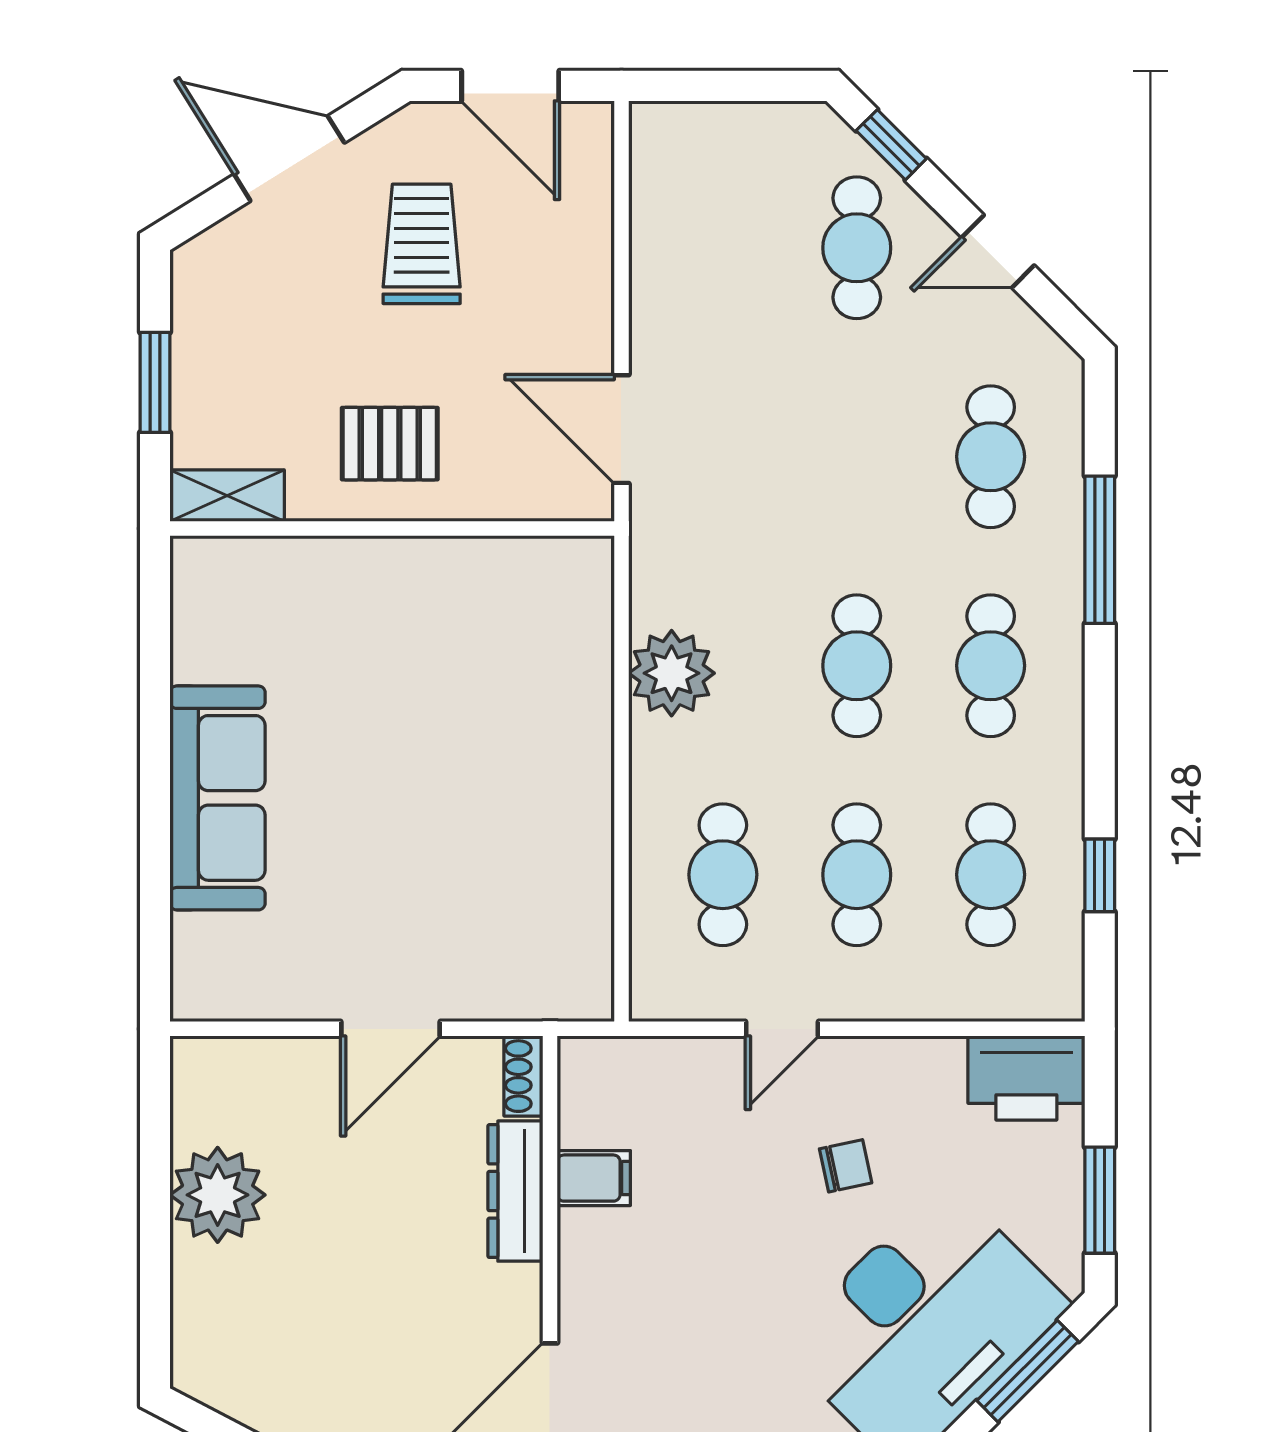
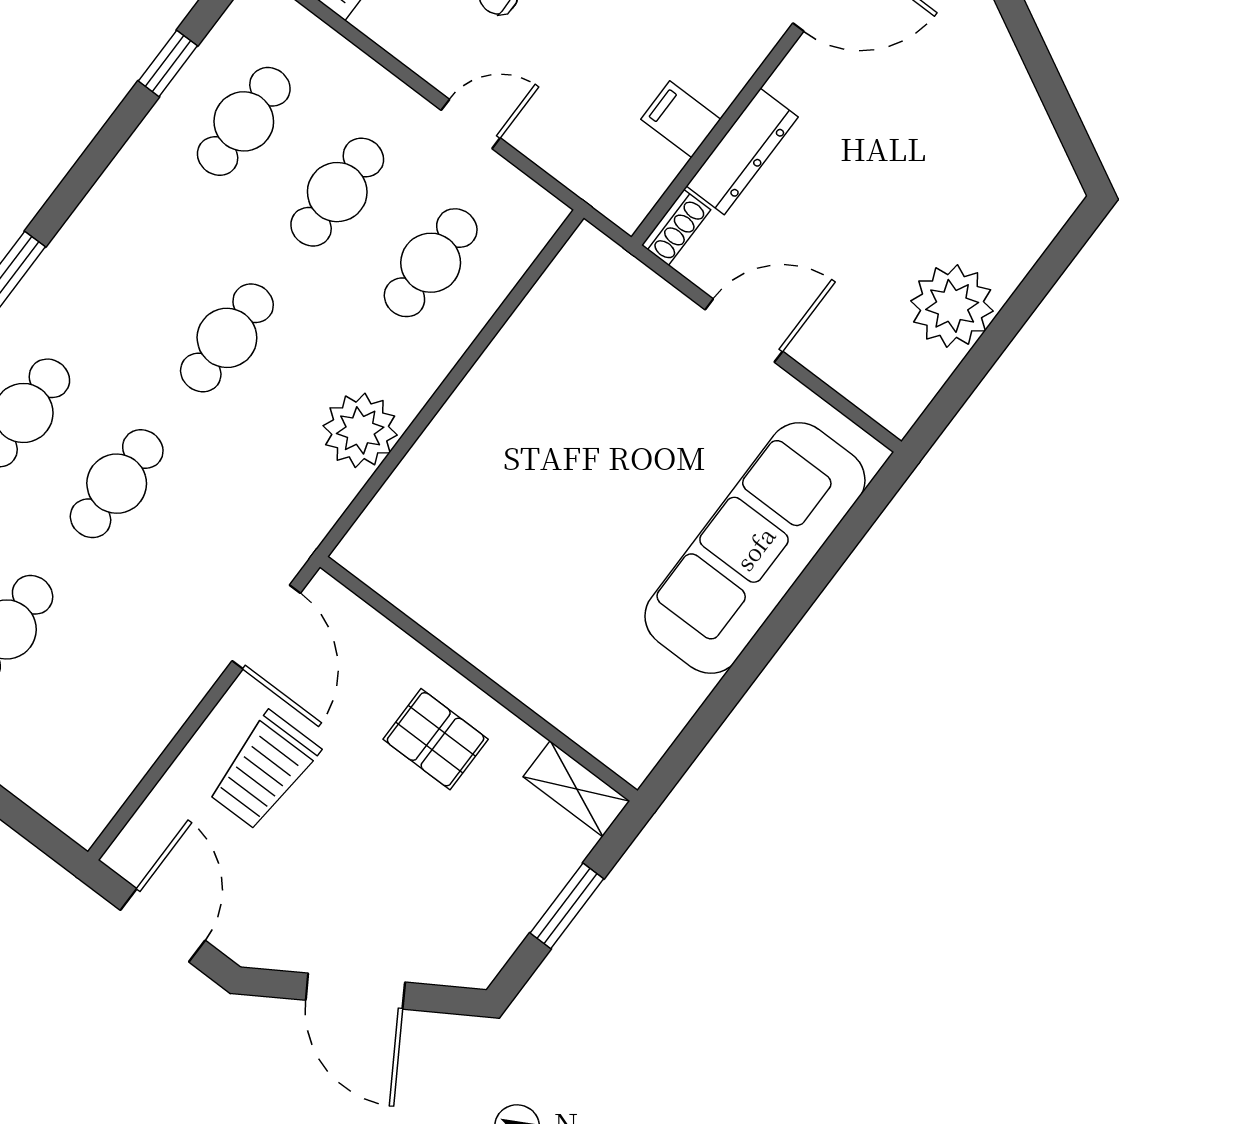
trolley: (422, 244) -> (264, 771), moved
cafe table: (991, 666) -> (117, 484), moved
sofa: (218, 798) -> (755, 548), width x1.36, depth x1.27

